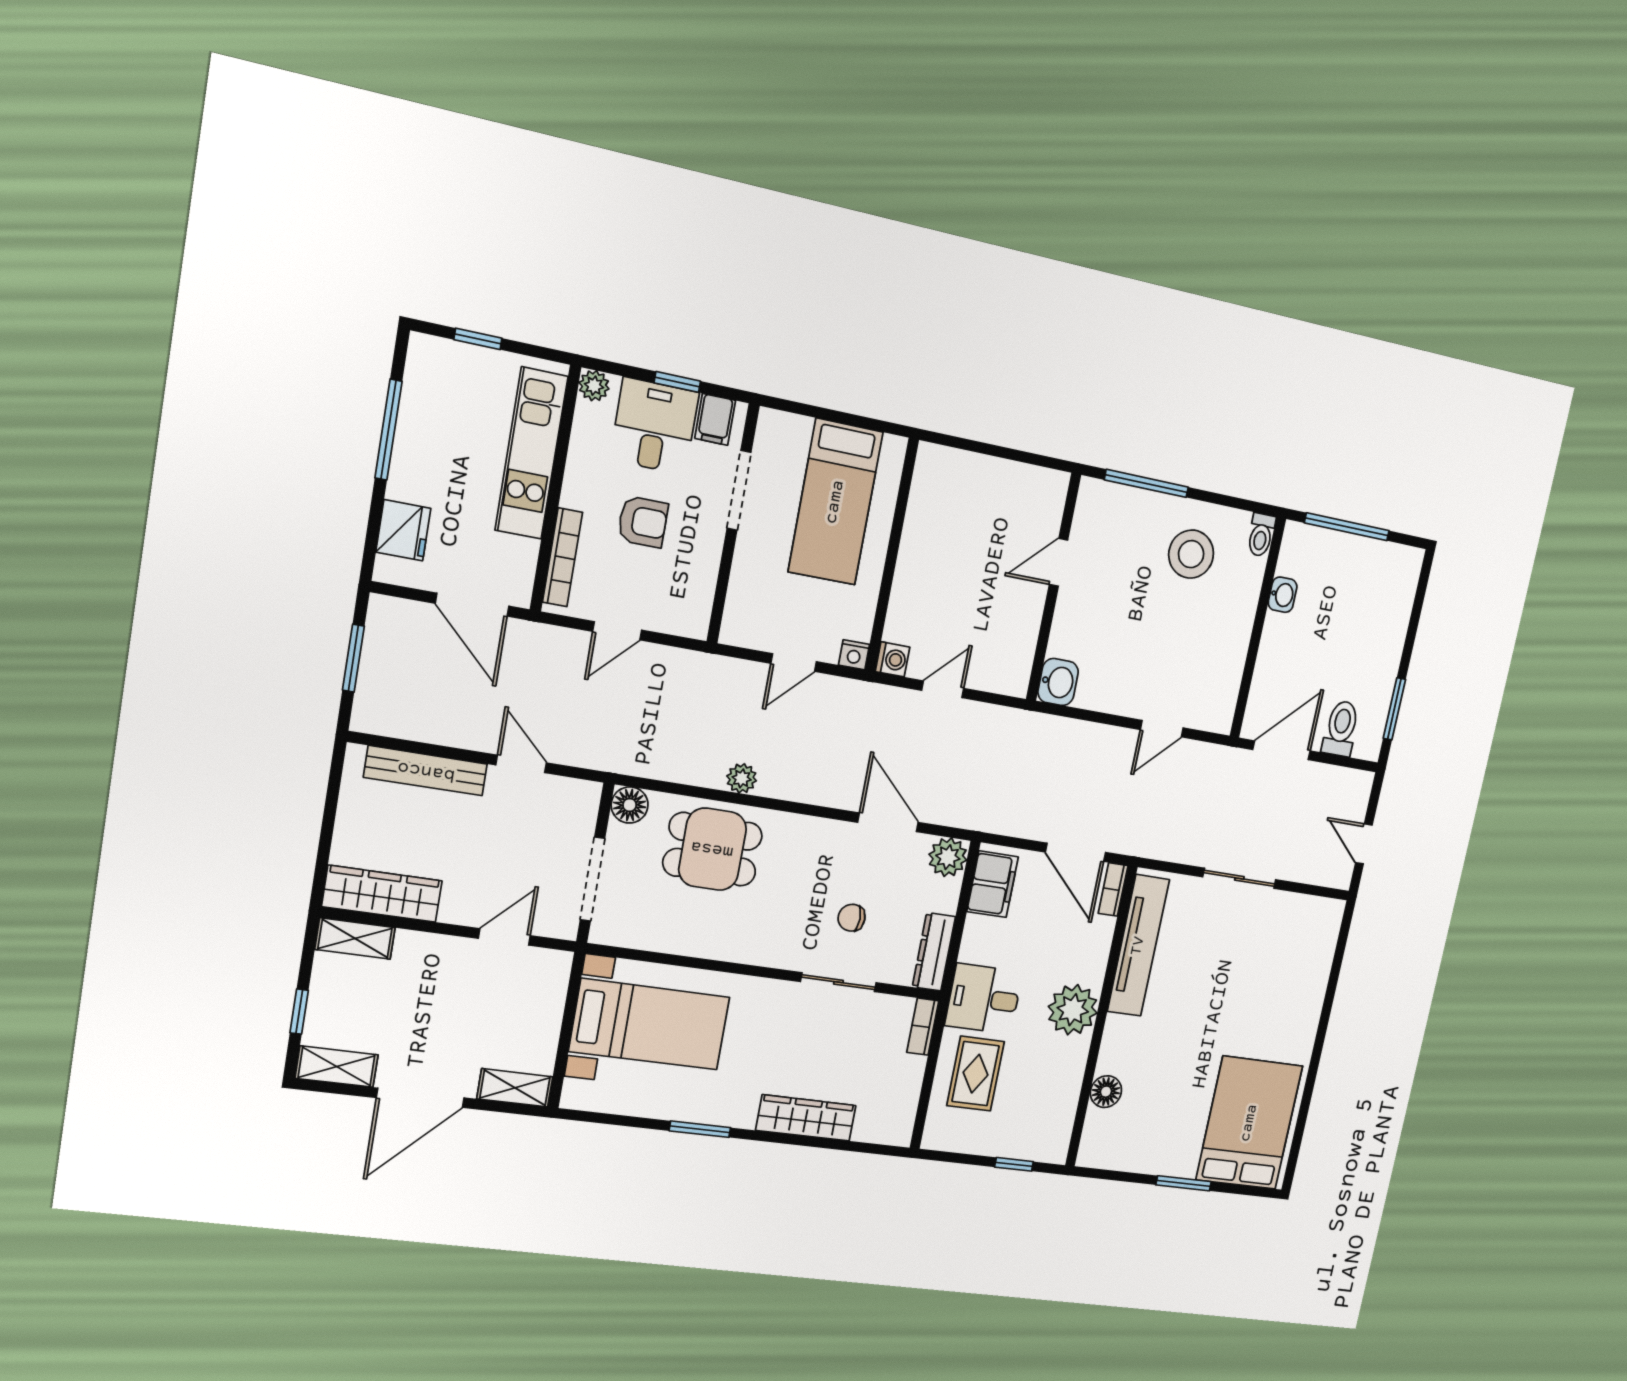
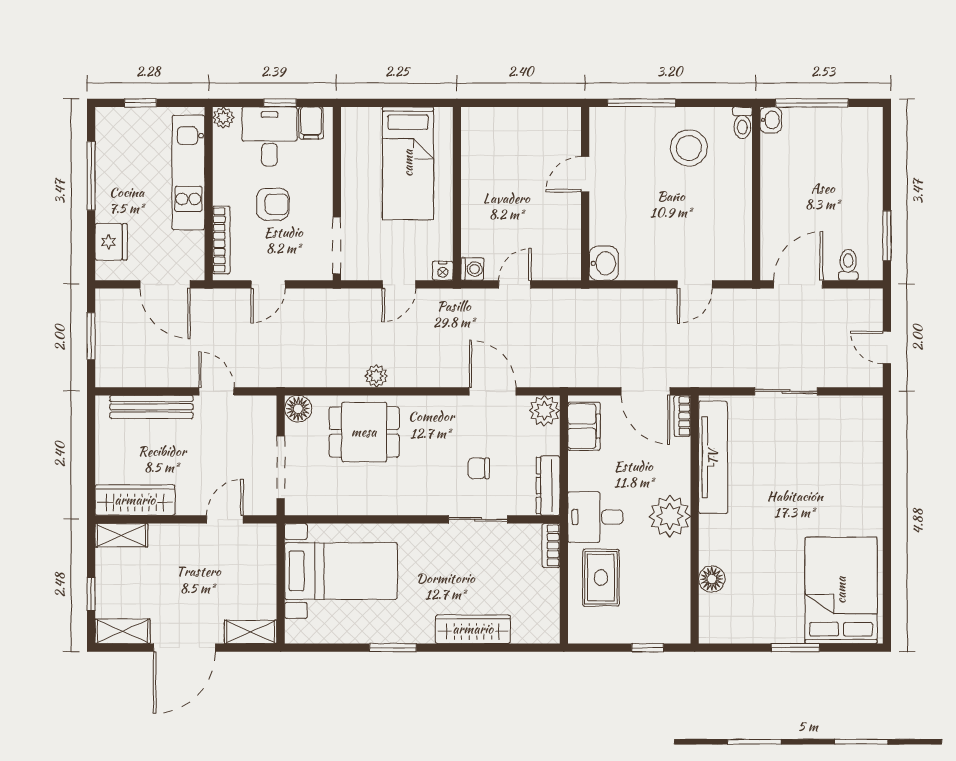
doorway: (739, 490) -> (337, 245), moved
washbasin: (1283, 595) -> (771, 120), moved
toilet: (1341, 729) -> (848, 265), width x0.73, depth x0.72

